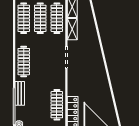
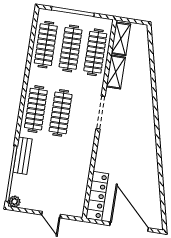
clothes rail: (57, 105) -> (61, 113), moved

